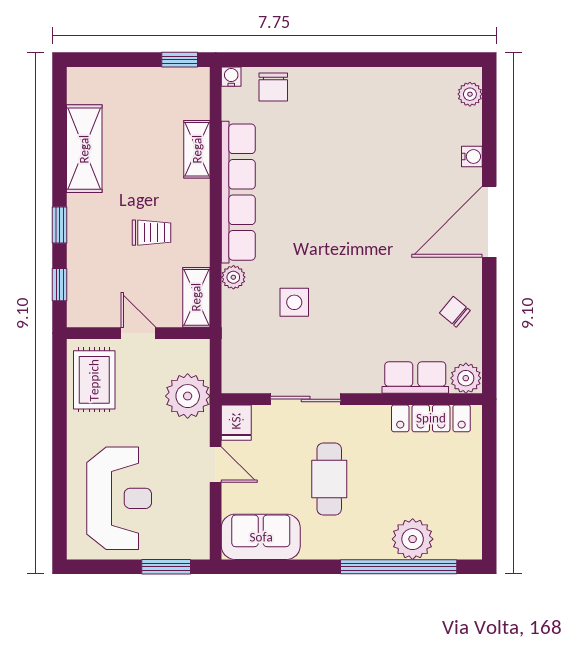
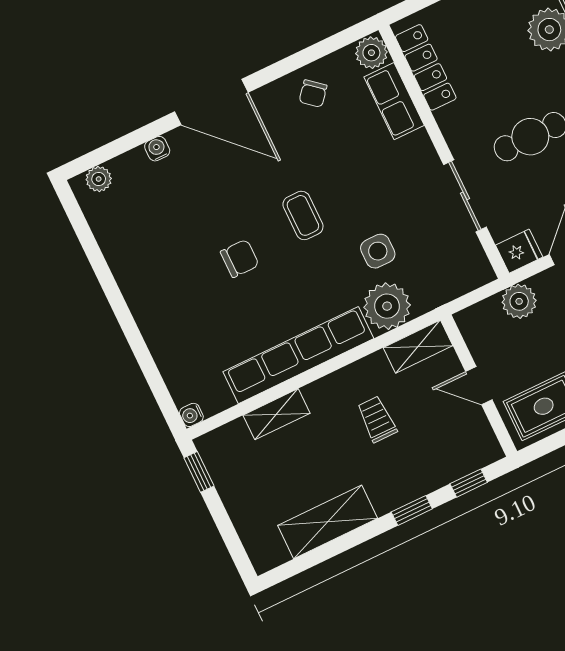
chair: (273, 87) -> (240, 258), moved
coffee table: (355, 253) -> (303, 215), added
plant: (233, 277) -> (387, 306), width x1.87, depth x1.87
door: (138, 333) -> (479, 386), hinge flipped
plant: (188, 396) -> (519, 301), width x0.73, depth x0.73

